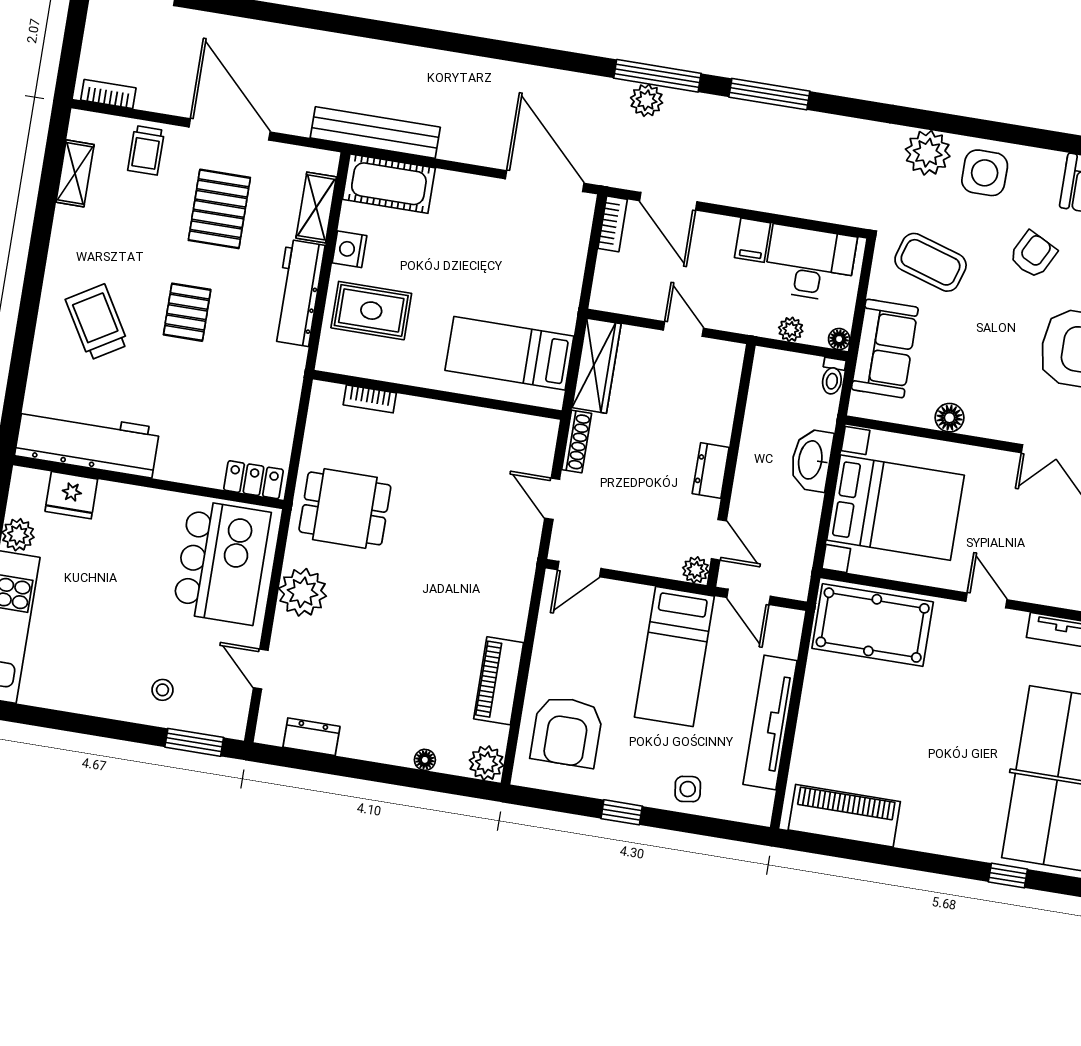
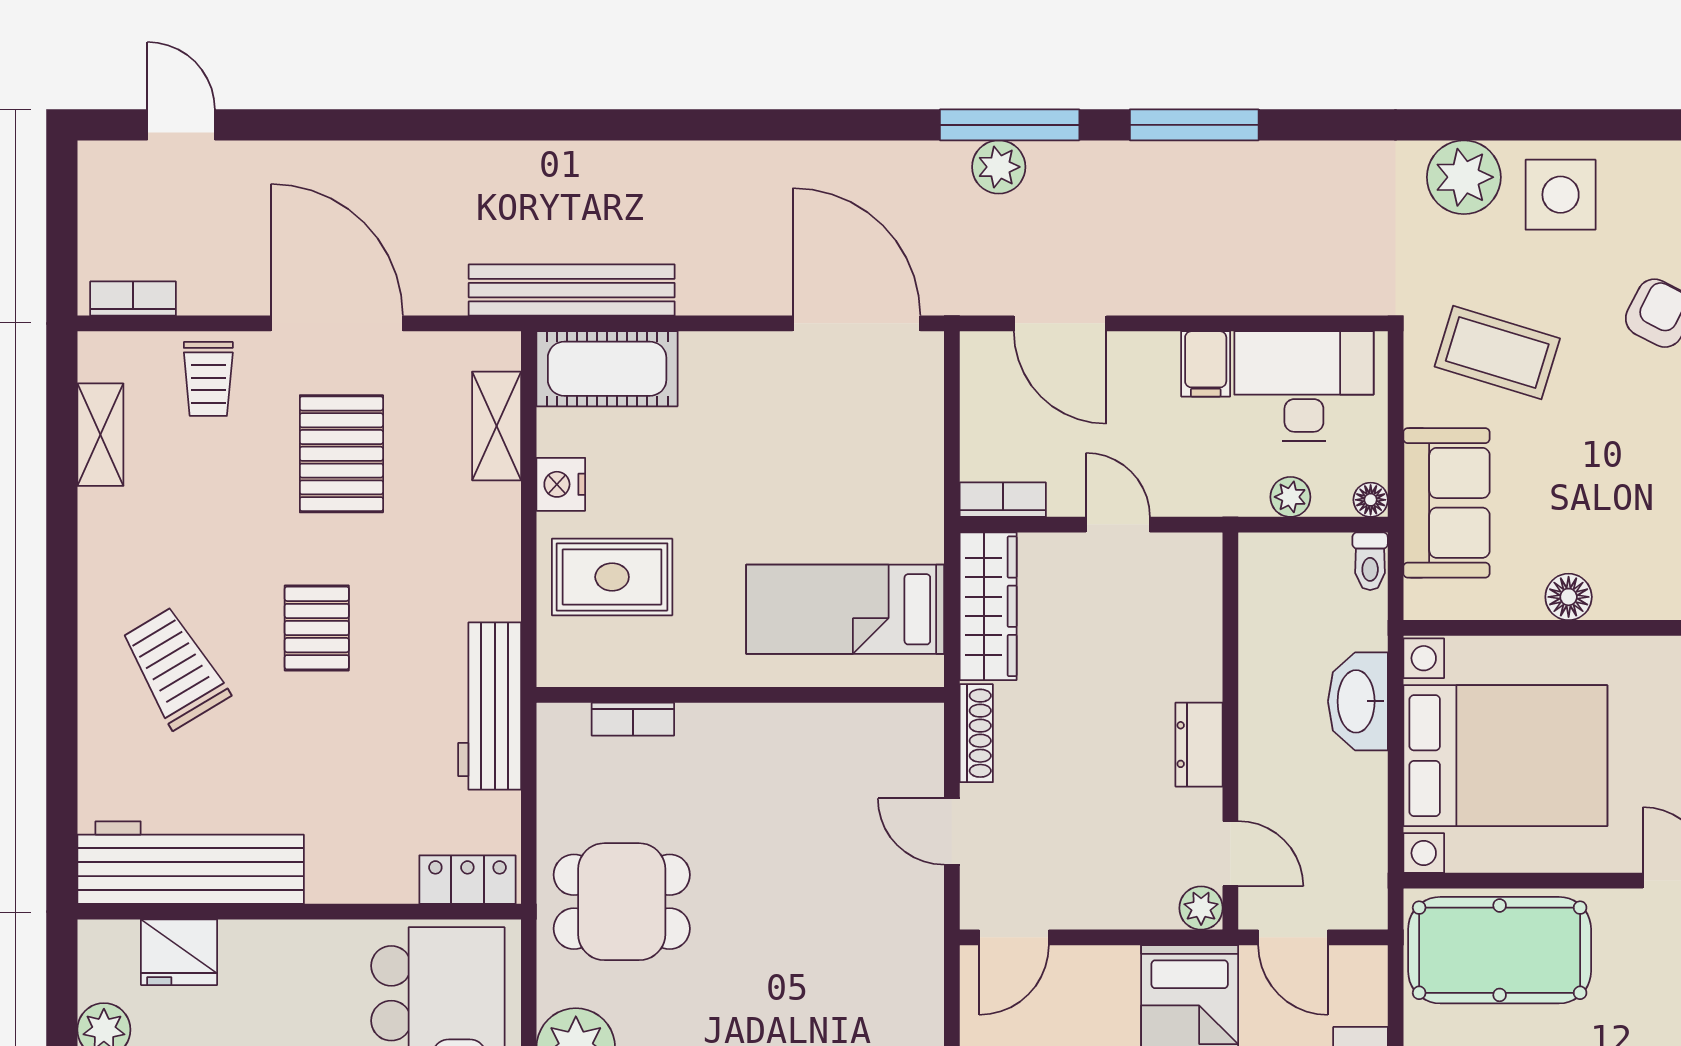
bookcase: (613, 224) -> (1003, 500), moved, turned -90
workbench: (298, 293) -> (490, 706), moved

